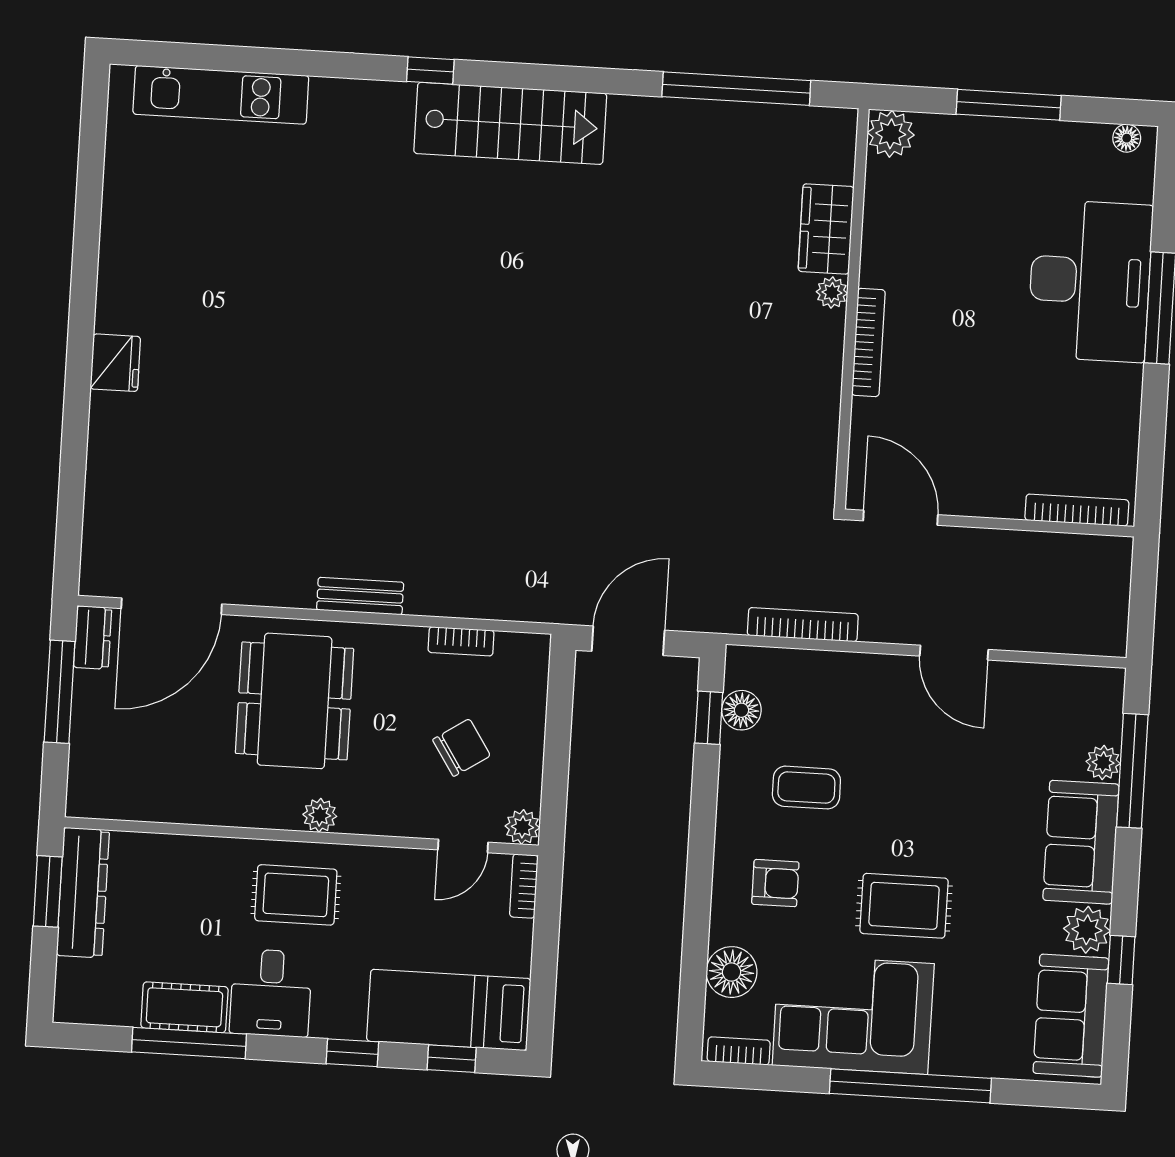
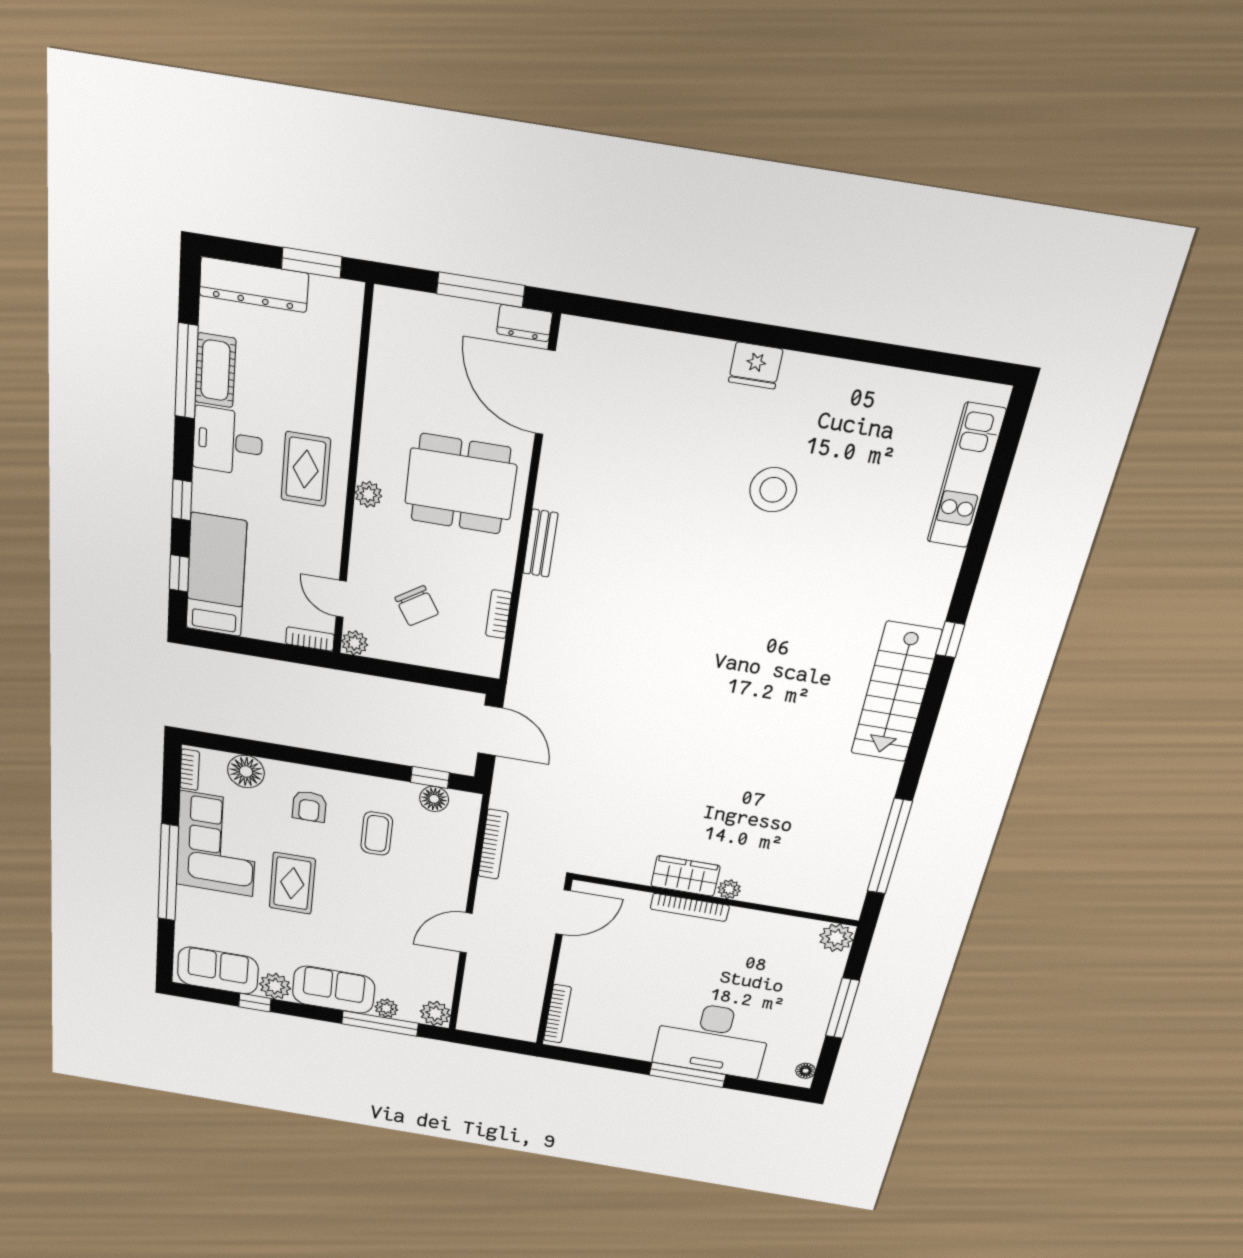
wardrobe: (826, 229) -> (685, 876), moved
stool: (262, 320) -> (773, 490), added
plant: (1102, 689) -> (435, 1013), added
dresser: (83, 893) -> (254, 285), moved

